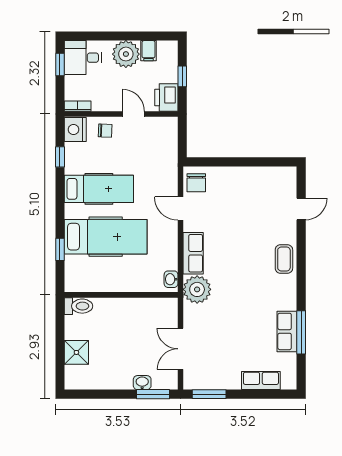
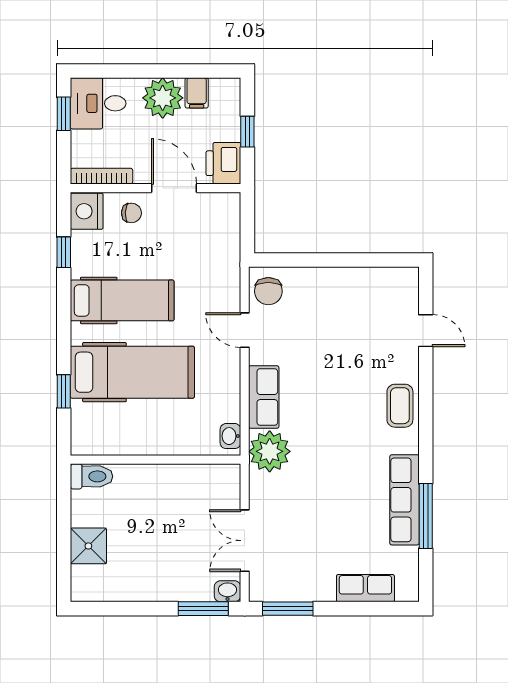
bookcase: (78, 106) -> (101, 176), width x1.56
door: (133, 114) -> (174, 188), width x1.38
door: (301, 209) -> (426, 331), hinge flipped
row of seats: (287, 331) -> (404, 500), width x1.48
washbasin: (142, 383) -> (227, 591), moved

